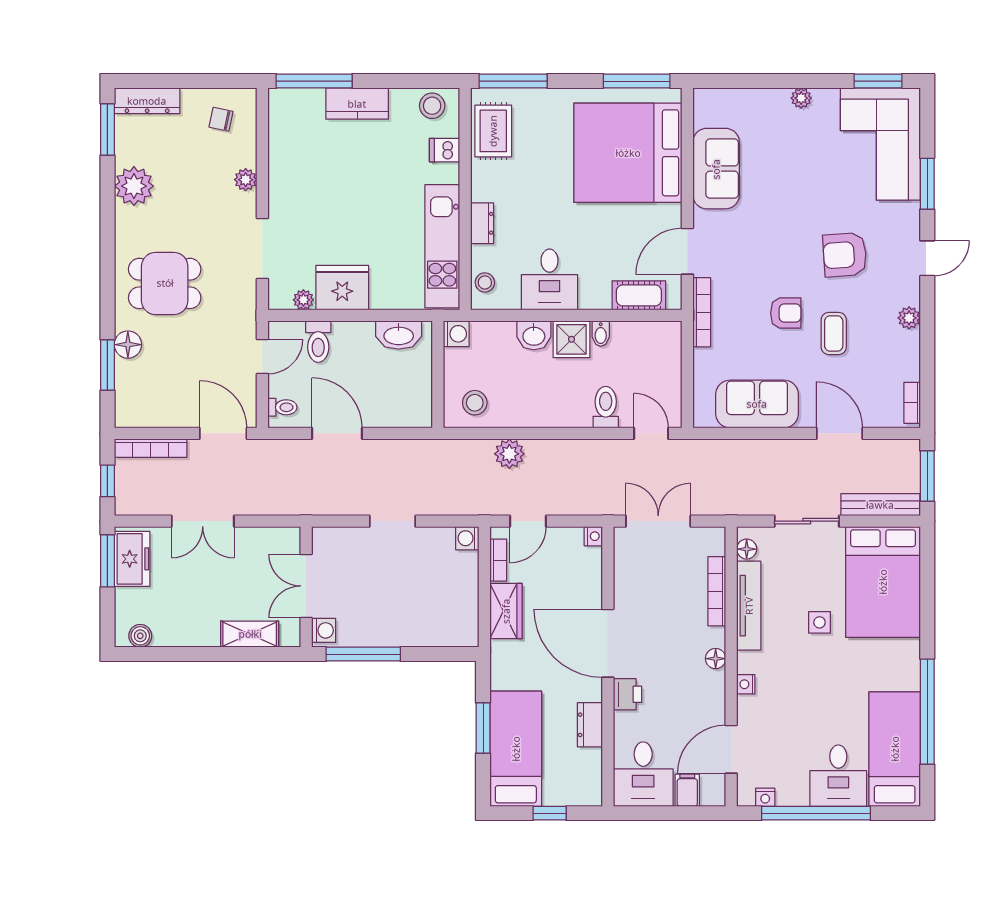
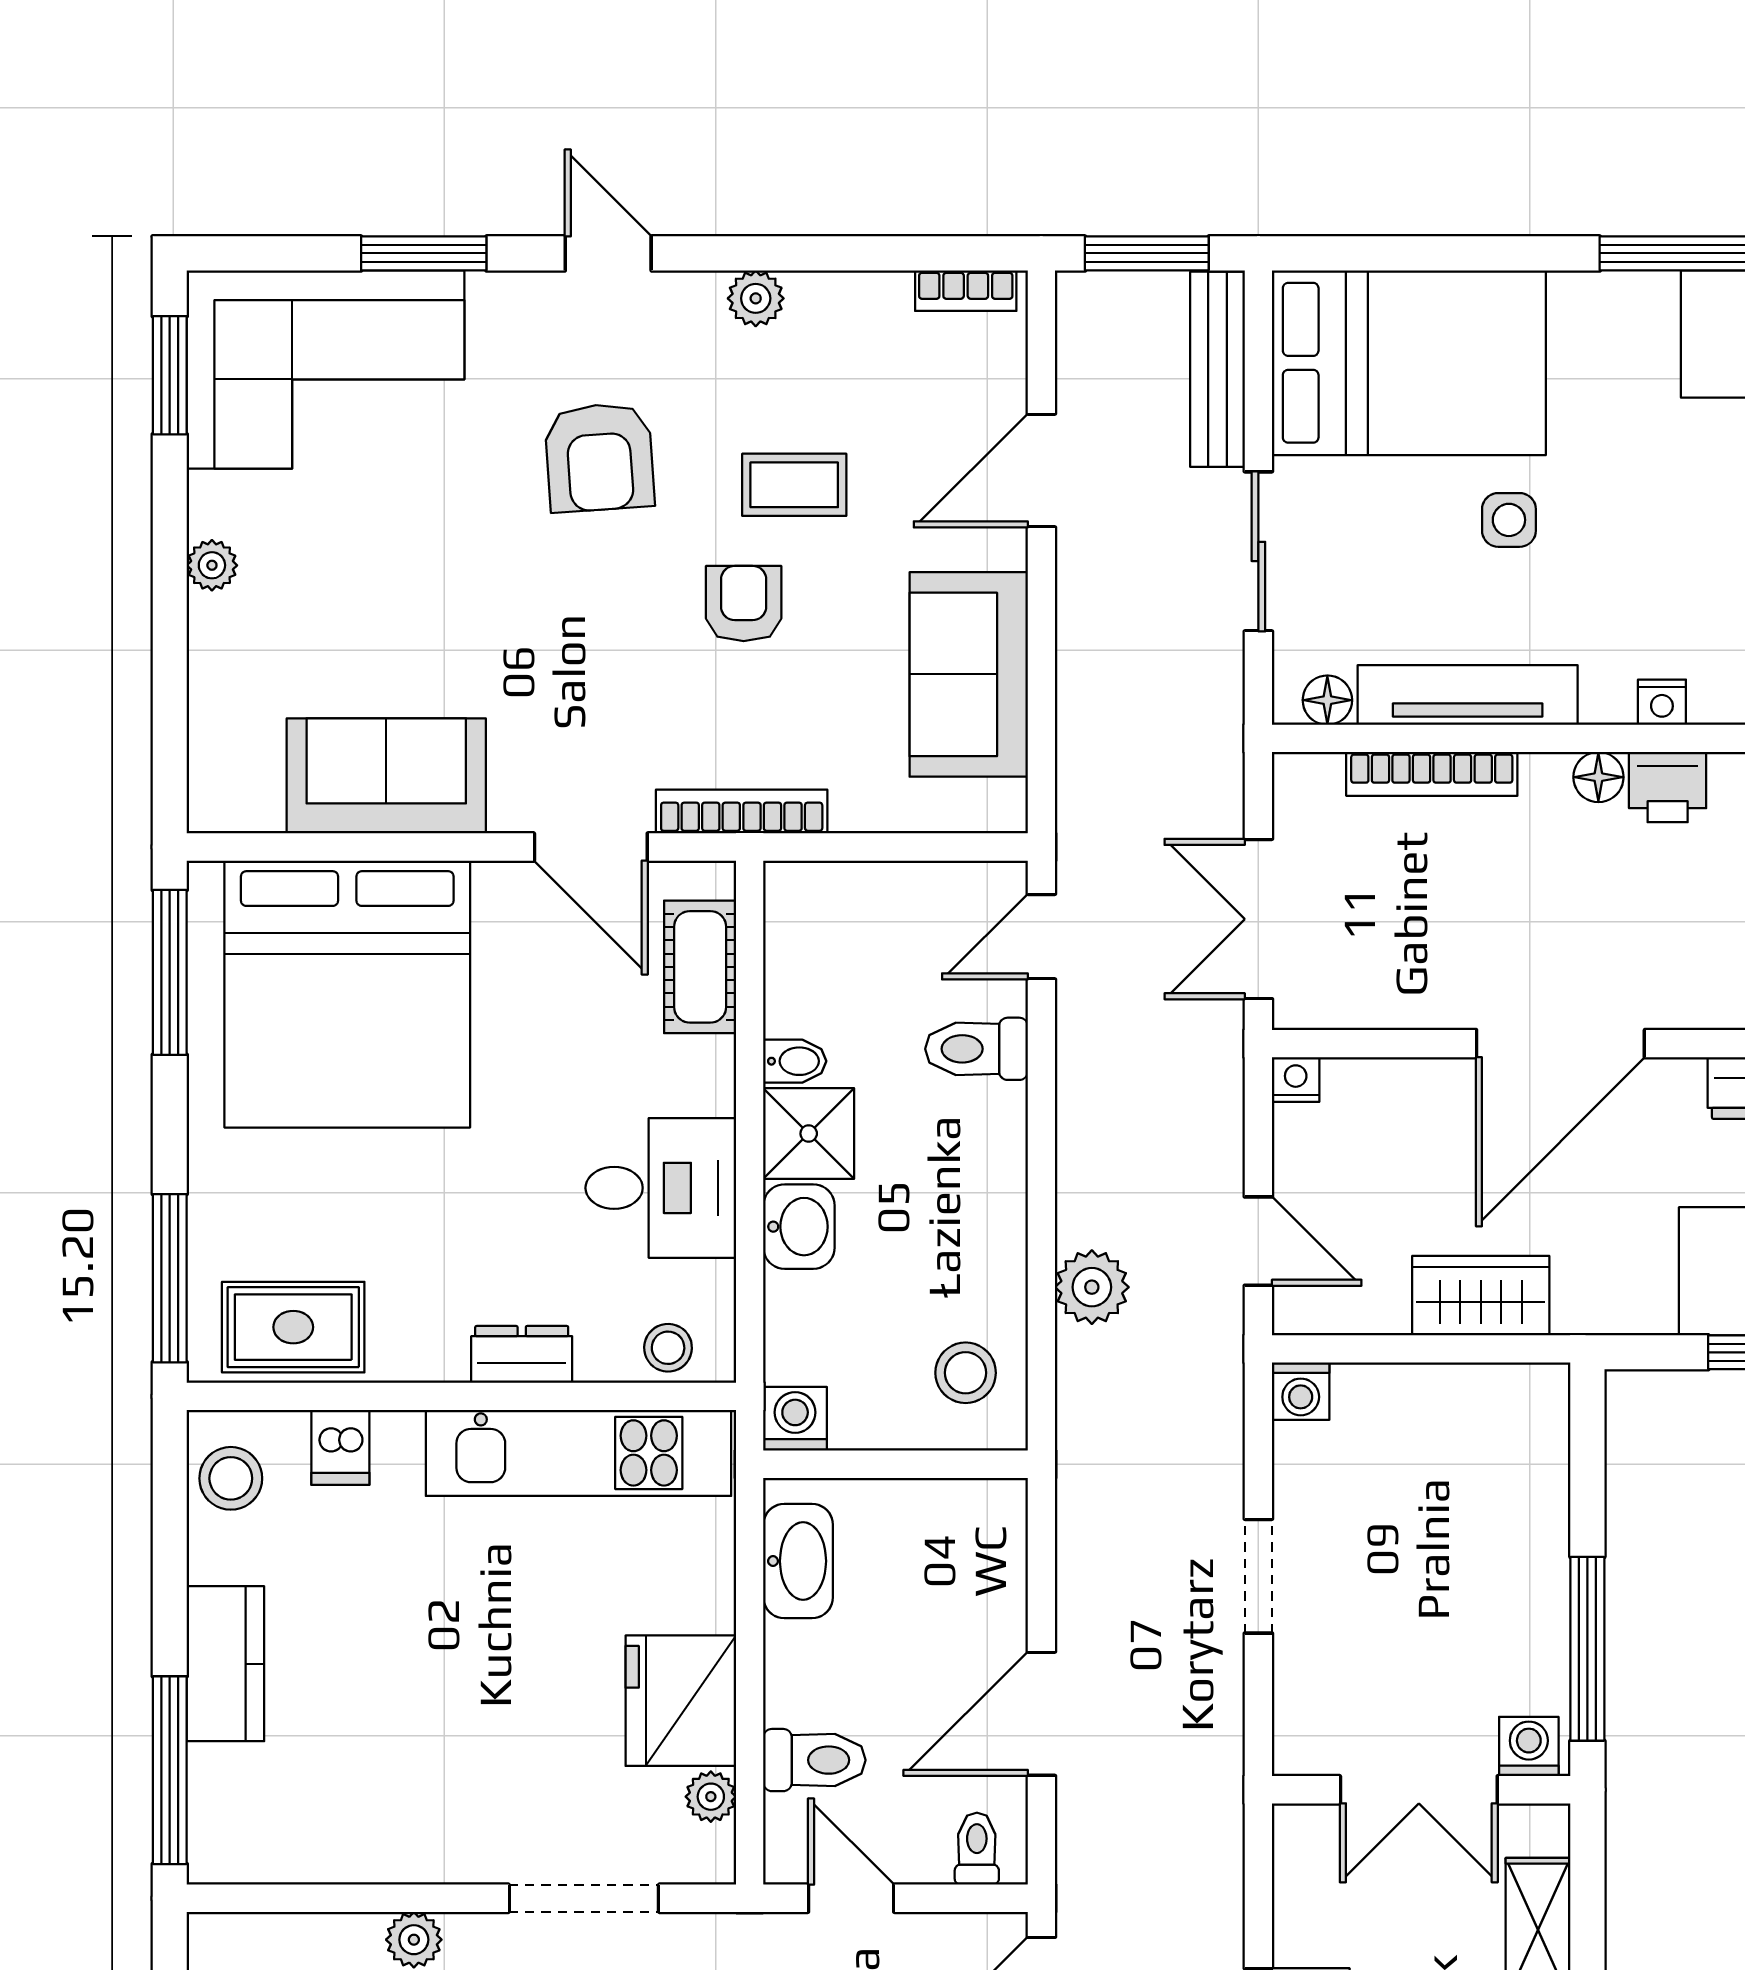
bookcase: (498, 560) -> (1355, 1315), removed
printer: (627, 694) -> (1668, 787), moved, turned 180

